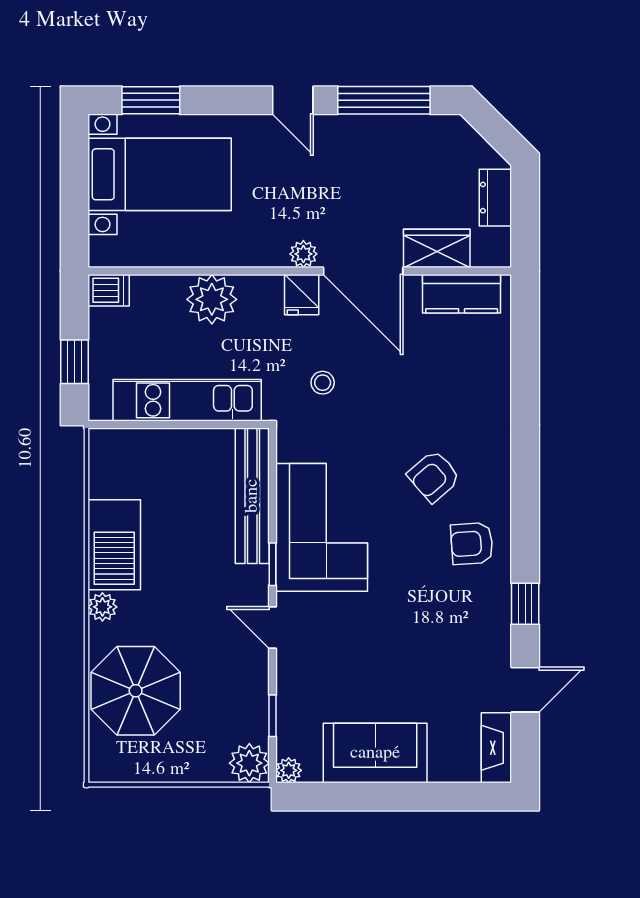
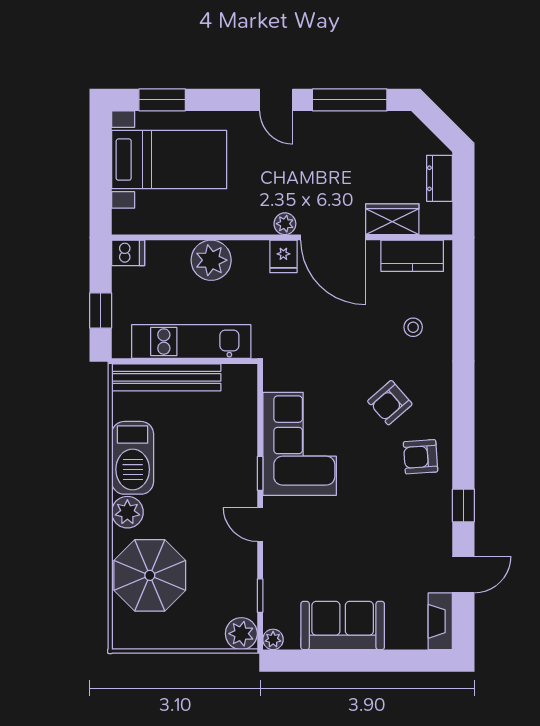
stool: (323, 383) -> (413, 327), moved
bench: (252, 496) -> (166, 377), moved, turned 90
plant: (102, 607) -> (127, 512), width x1.38, depth x1.38

